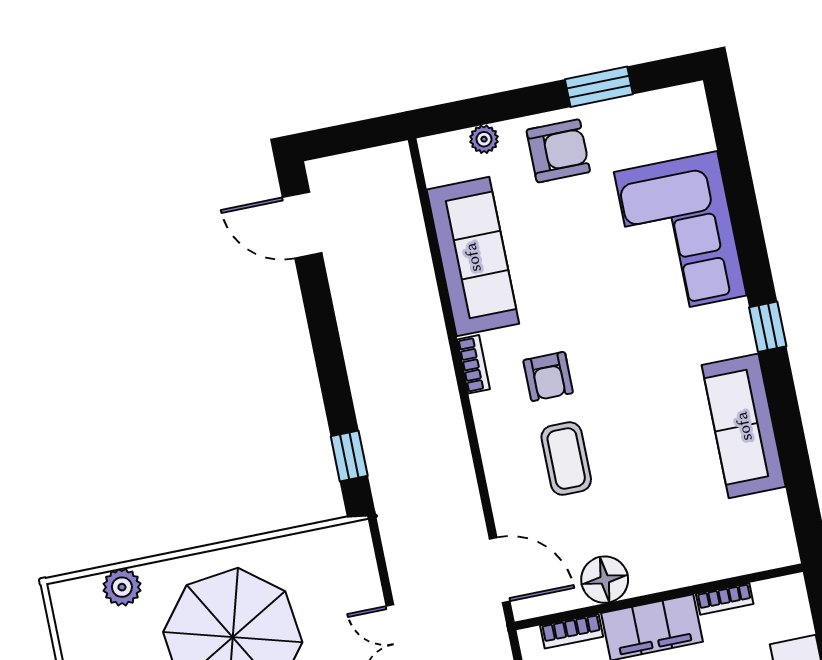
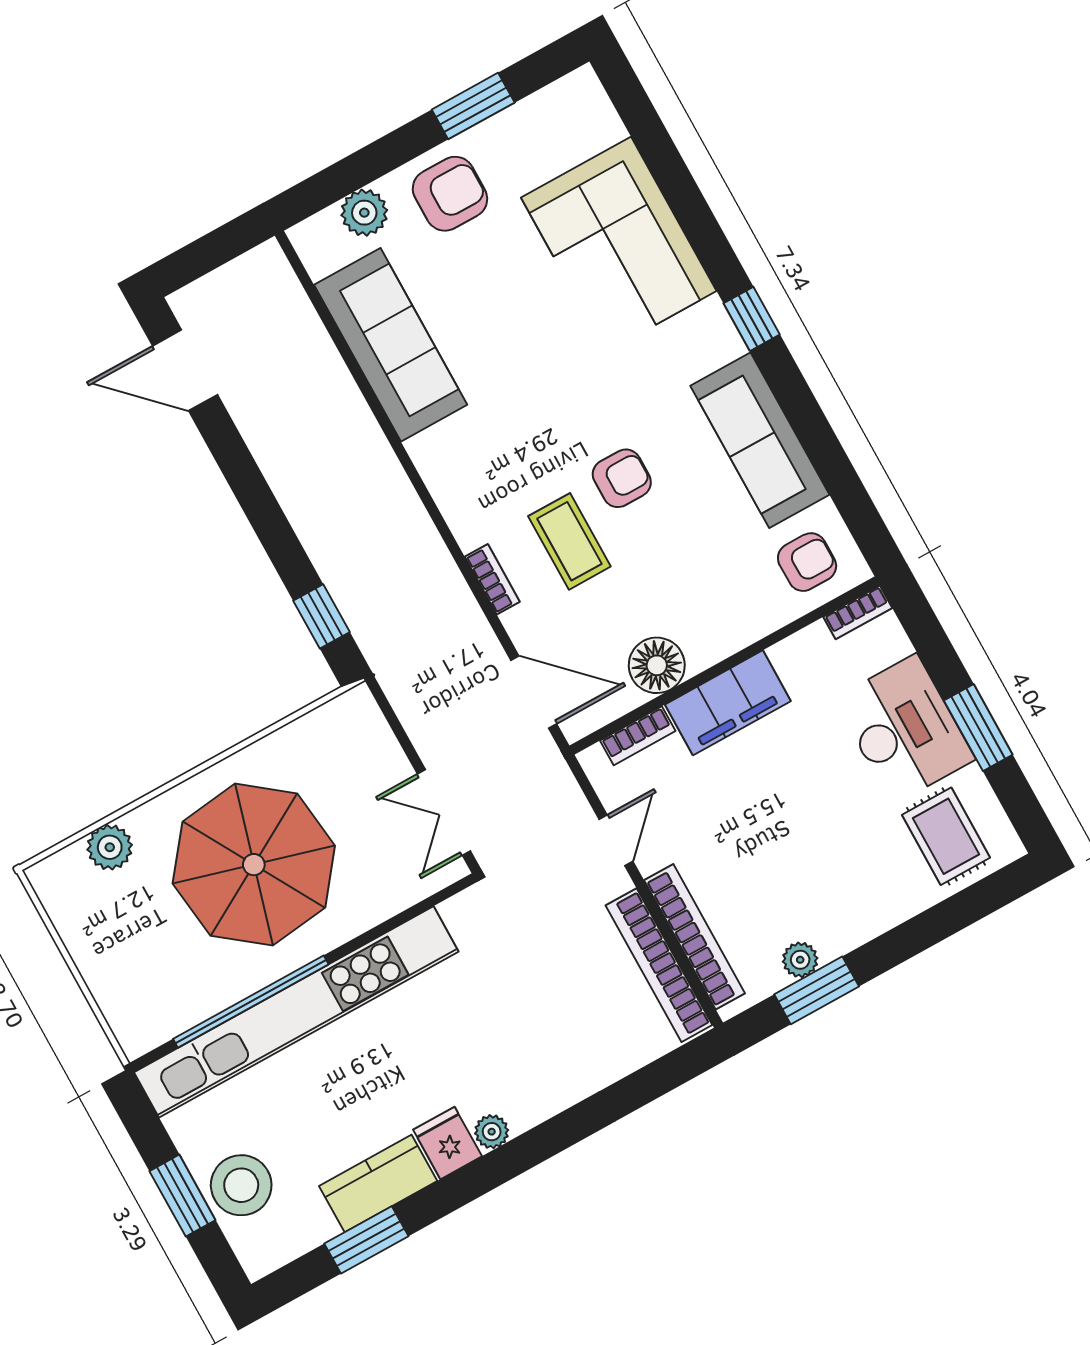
plant: (484, 139) -> (364, 213), width x1.38, depth x1.38
bookcase: (474, 364) -> (492, 579), moved
armchair: (548, 377) -> (622, 478), moved, turned -90
armchair: (751, 535) -> (807, 562), added
bookcase: (725, 599) -> (858, 612), moved

